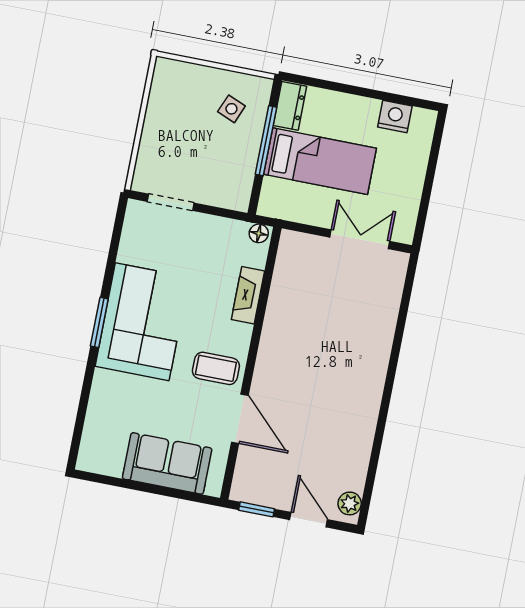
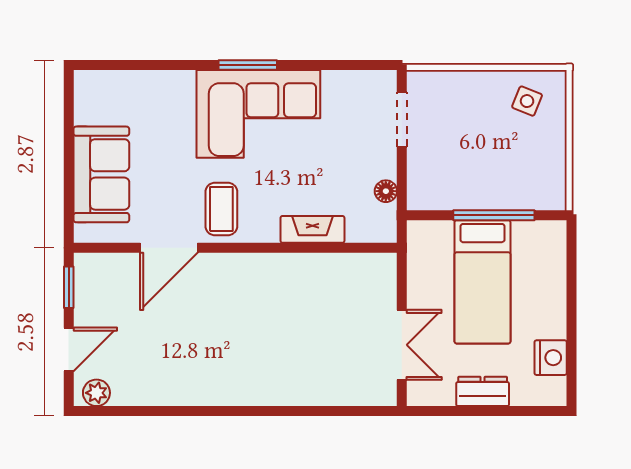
dresser: (290, 106) -> (483, 391), moved, turned 180
side table: (231, 109) -> (527, 101), moved
floor lamp: (259, 233) -> (386, 191), moved

